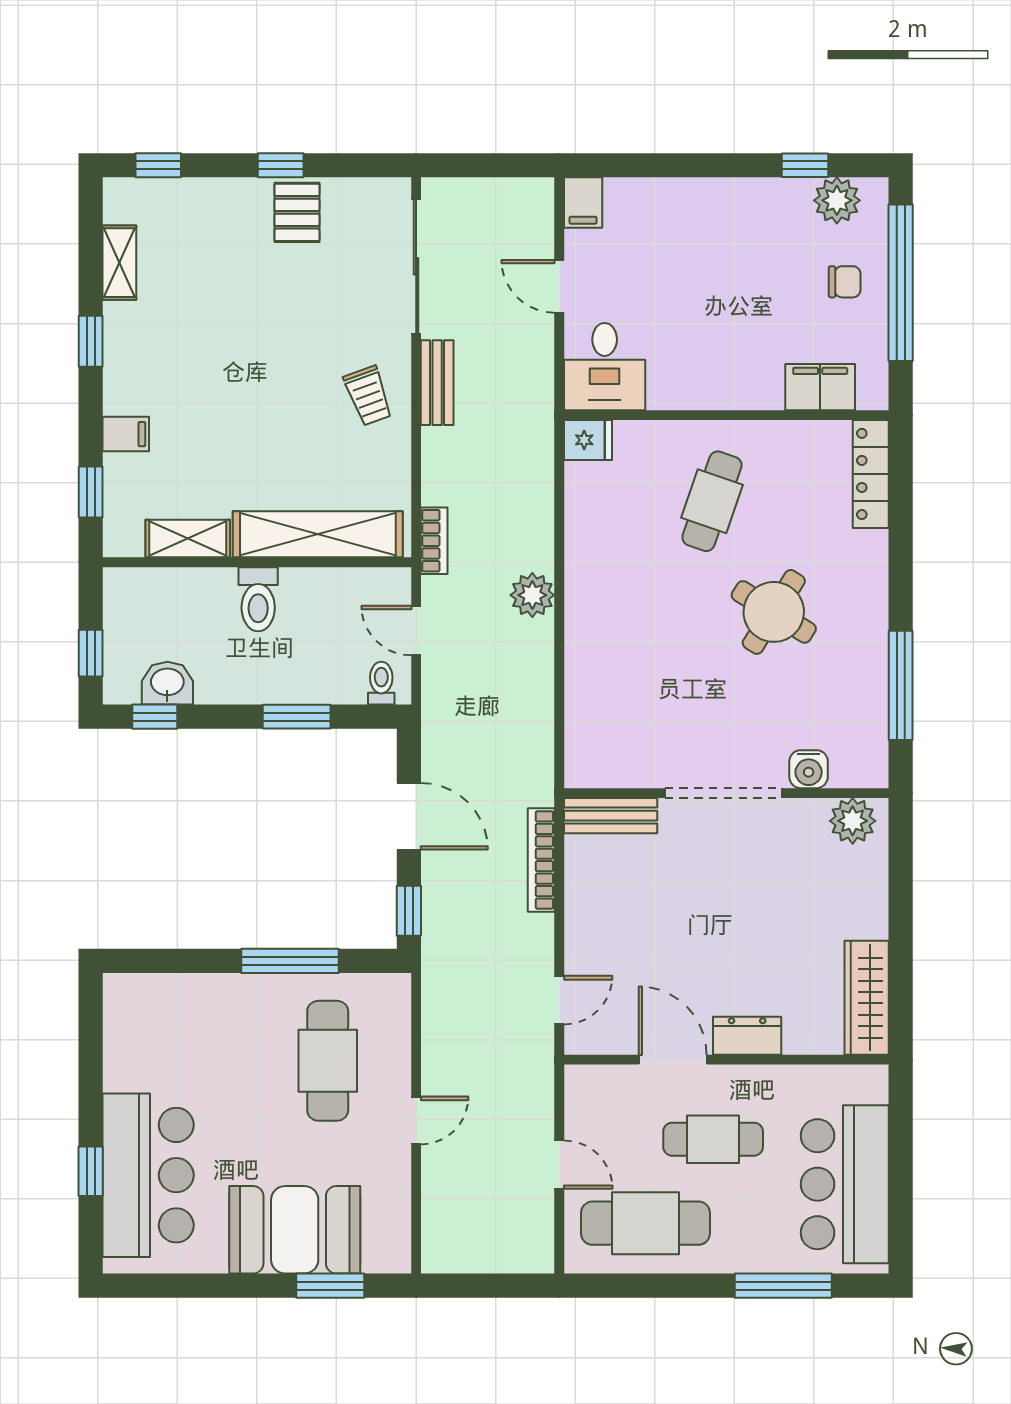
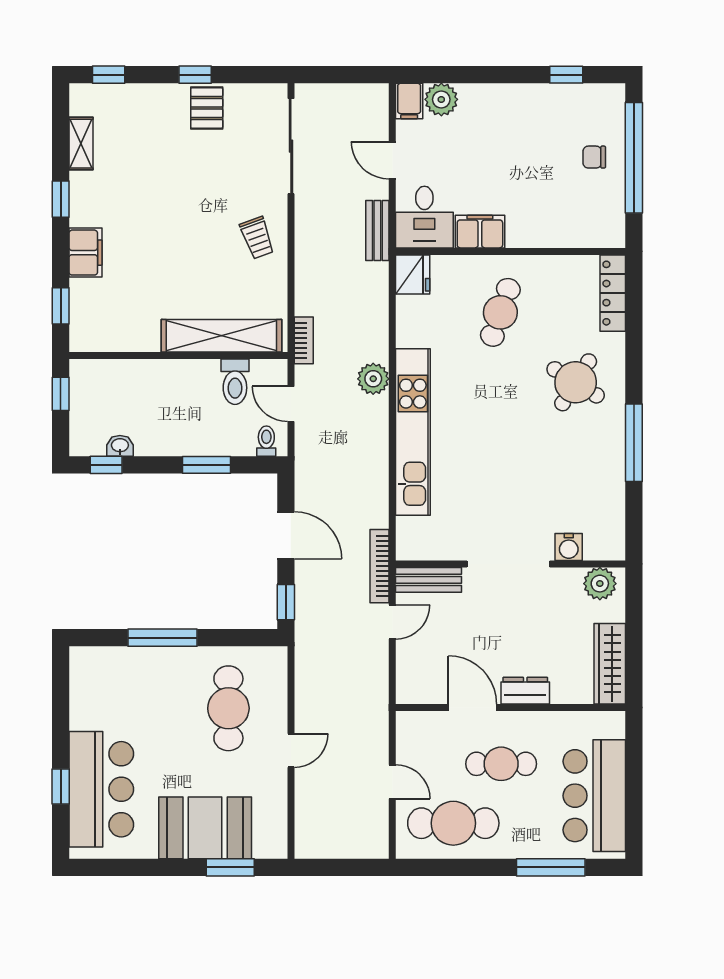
plant: (837, 200) -> (441, 99), moved
chair: (845, 282) -> (594, 157), turned 180
bench: (437, 383) -> (377, 230), moved
filing cabinet: (820, 387) -> (480, 232), moved
filing cabinet: (126, 434) -> (86, 253), width x2.00
fridge: (588, 440) -> (413, 274), width x1.38
shelving: (188, 539) -> (129, 339), removed
toilet: (258, 599) -> (235, 382), moved
round table: (774, 612) -> (576, 382), moved
window: (91, 653) -> (61, 394), moved
kitchen unit: (588, 670) -> (413, 432), added
washbasin: (167, 683) -> (120, 446), width x0.72, depth x0.69
water cooler: (809, 769) -> (569, 547), moved
doorway: (723, 793) -> (508, 564), moved
wall: (726, 793) -> (511, 564), moved
bench: (611, 816) -> (429, 580), moved
plant: (853, 821) -> (600, 584), moved
window: (290, 961) -> (162, 638), moved
door: (559, 1000) -> (392, 622), moved

